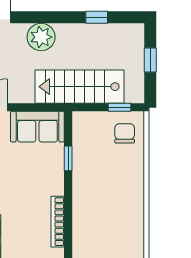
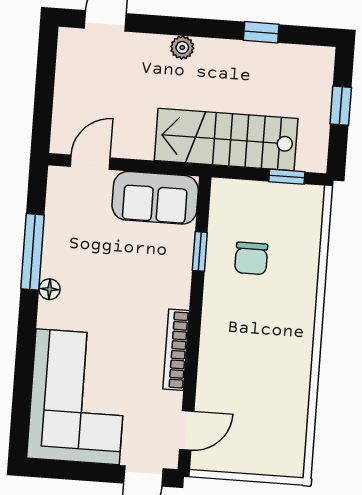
plant: (41, 37) -> (182, 47), width x0.53, depth x0.53
chair: (125, 133) -> (251, 258), moved, turned 180

